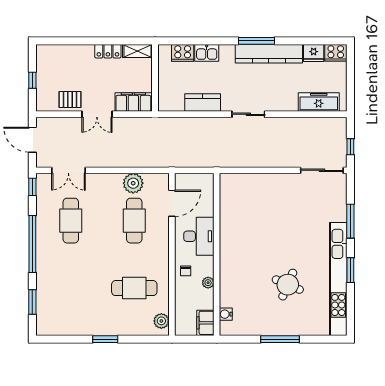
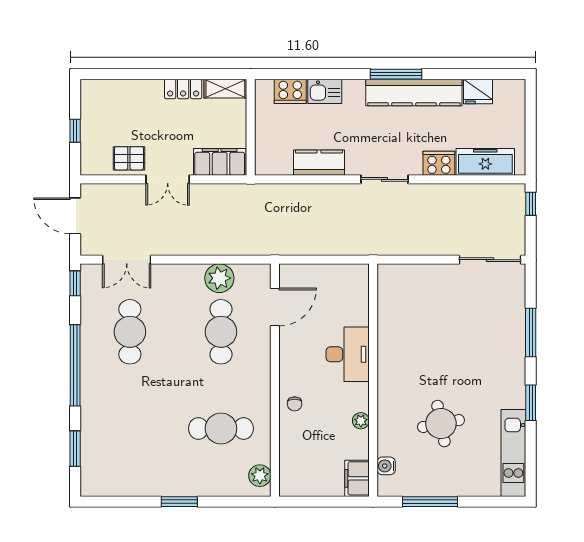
cooker: (336, 53) -> (439, 163), moved, turned 180
window: (350, 147) -> (531, 204), moved
desk: (199, 236) -> (348, 354), moved
wall: (217, 254) -> (373, 380), moved
kitchen unit: (338, 279) -> (513, 453), width x0.54
plant: (208, 283) -> (361, 421), moved
round table: (288, 285) -> (441, 424), turned -34
water cooler: (226, 314) -> (386, 466), moved
filing cabinet: (205, 323) -> (357, 478), moved

